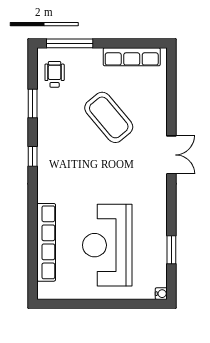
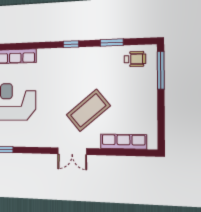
row of seats: (132, 57) -> (123, 142), moved, turned 90
coffee table: (109, 117) -> (88, 110), moved

